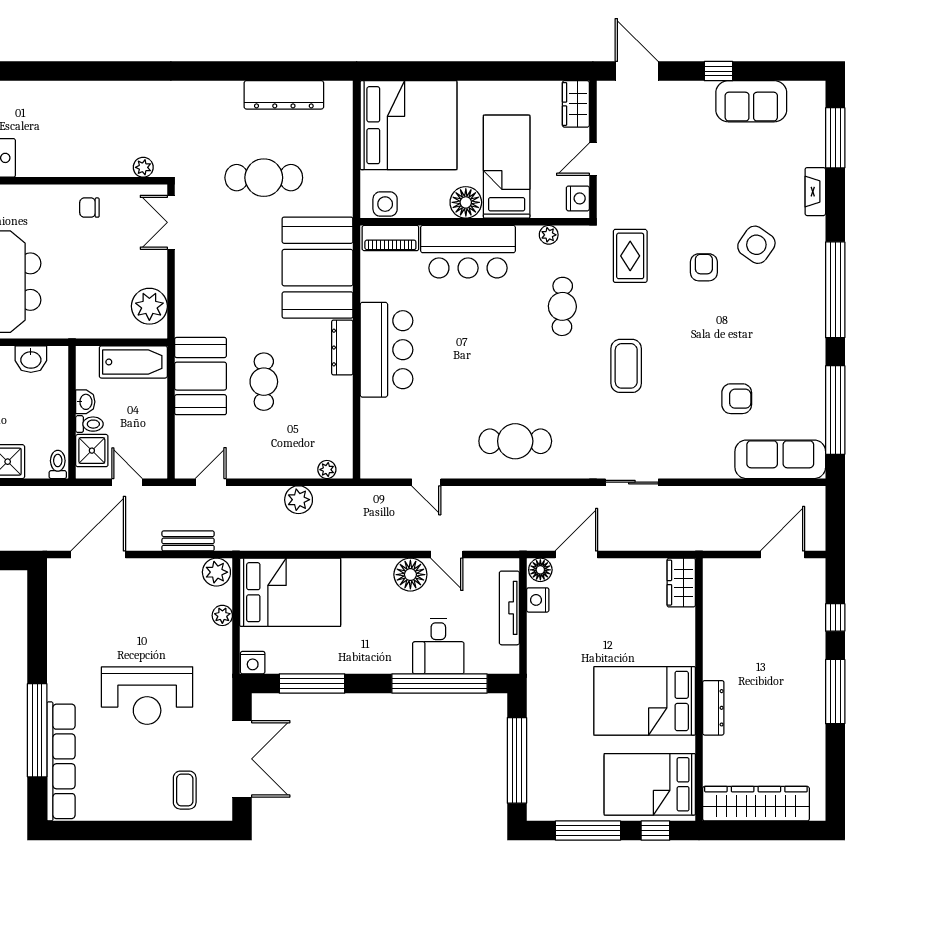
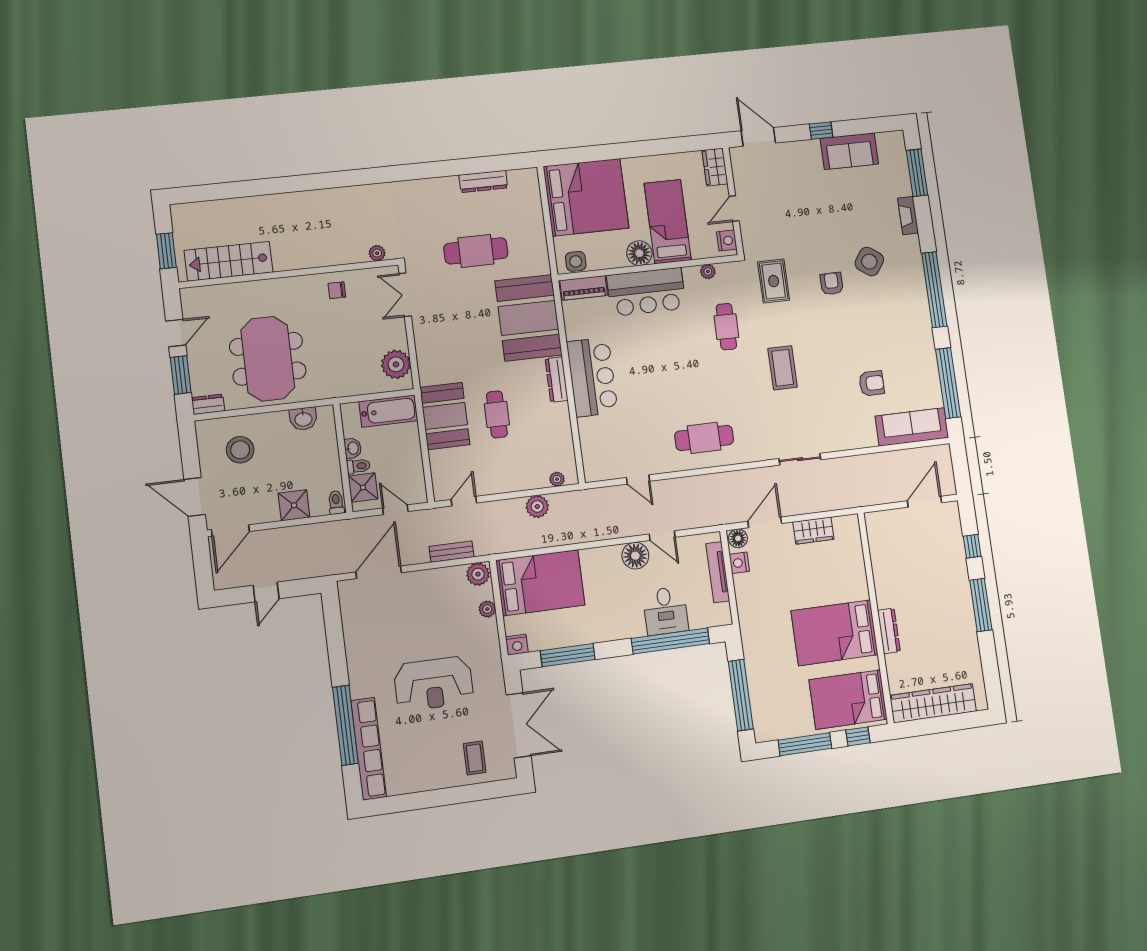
dresser: (284, 95) -> (483, 181), width x0.73, depth x0.80
wardrobe: (681, 583) -> (813, 531), moved, turned -90

